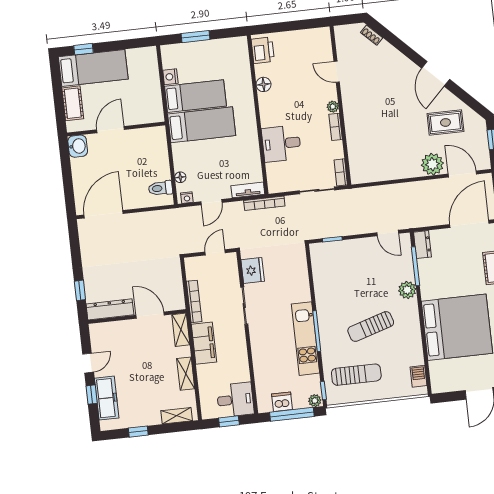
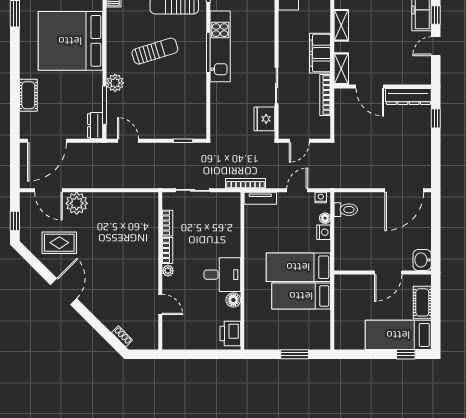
nightstand: (170, 77) -> (324, 232), moved
desk: (281, 144) -> (222, 275), moved
bookcase: (341, 172) -> (167, 223), moved

